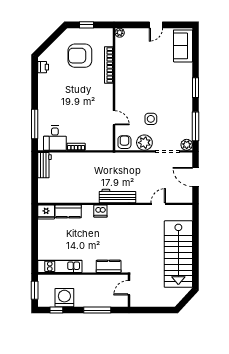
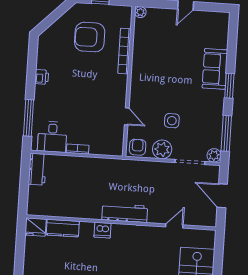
sofa: (183, 46) -> (215, 69), moved
printer: (43, 67) -> (42, 77), moved

